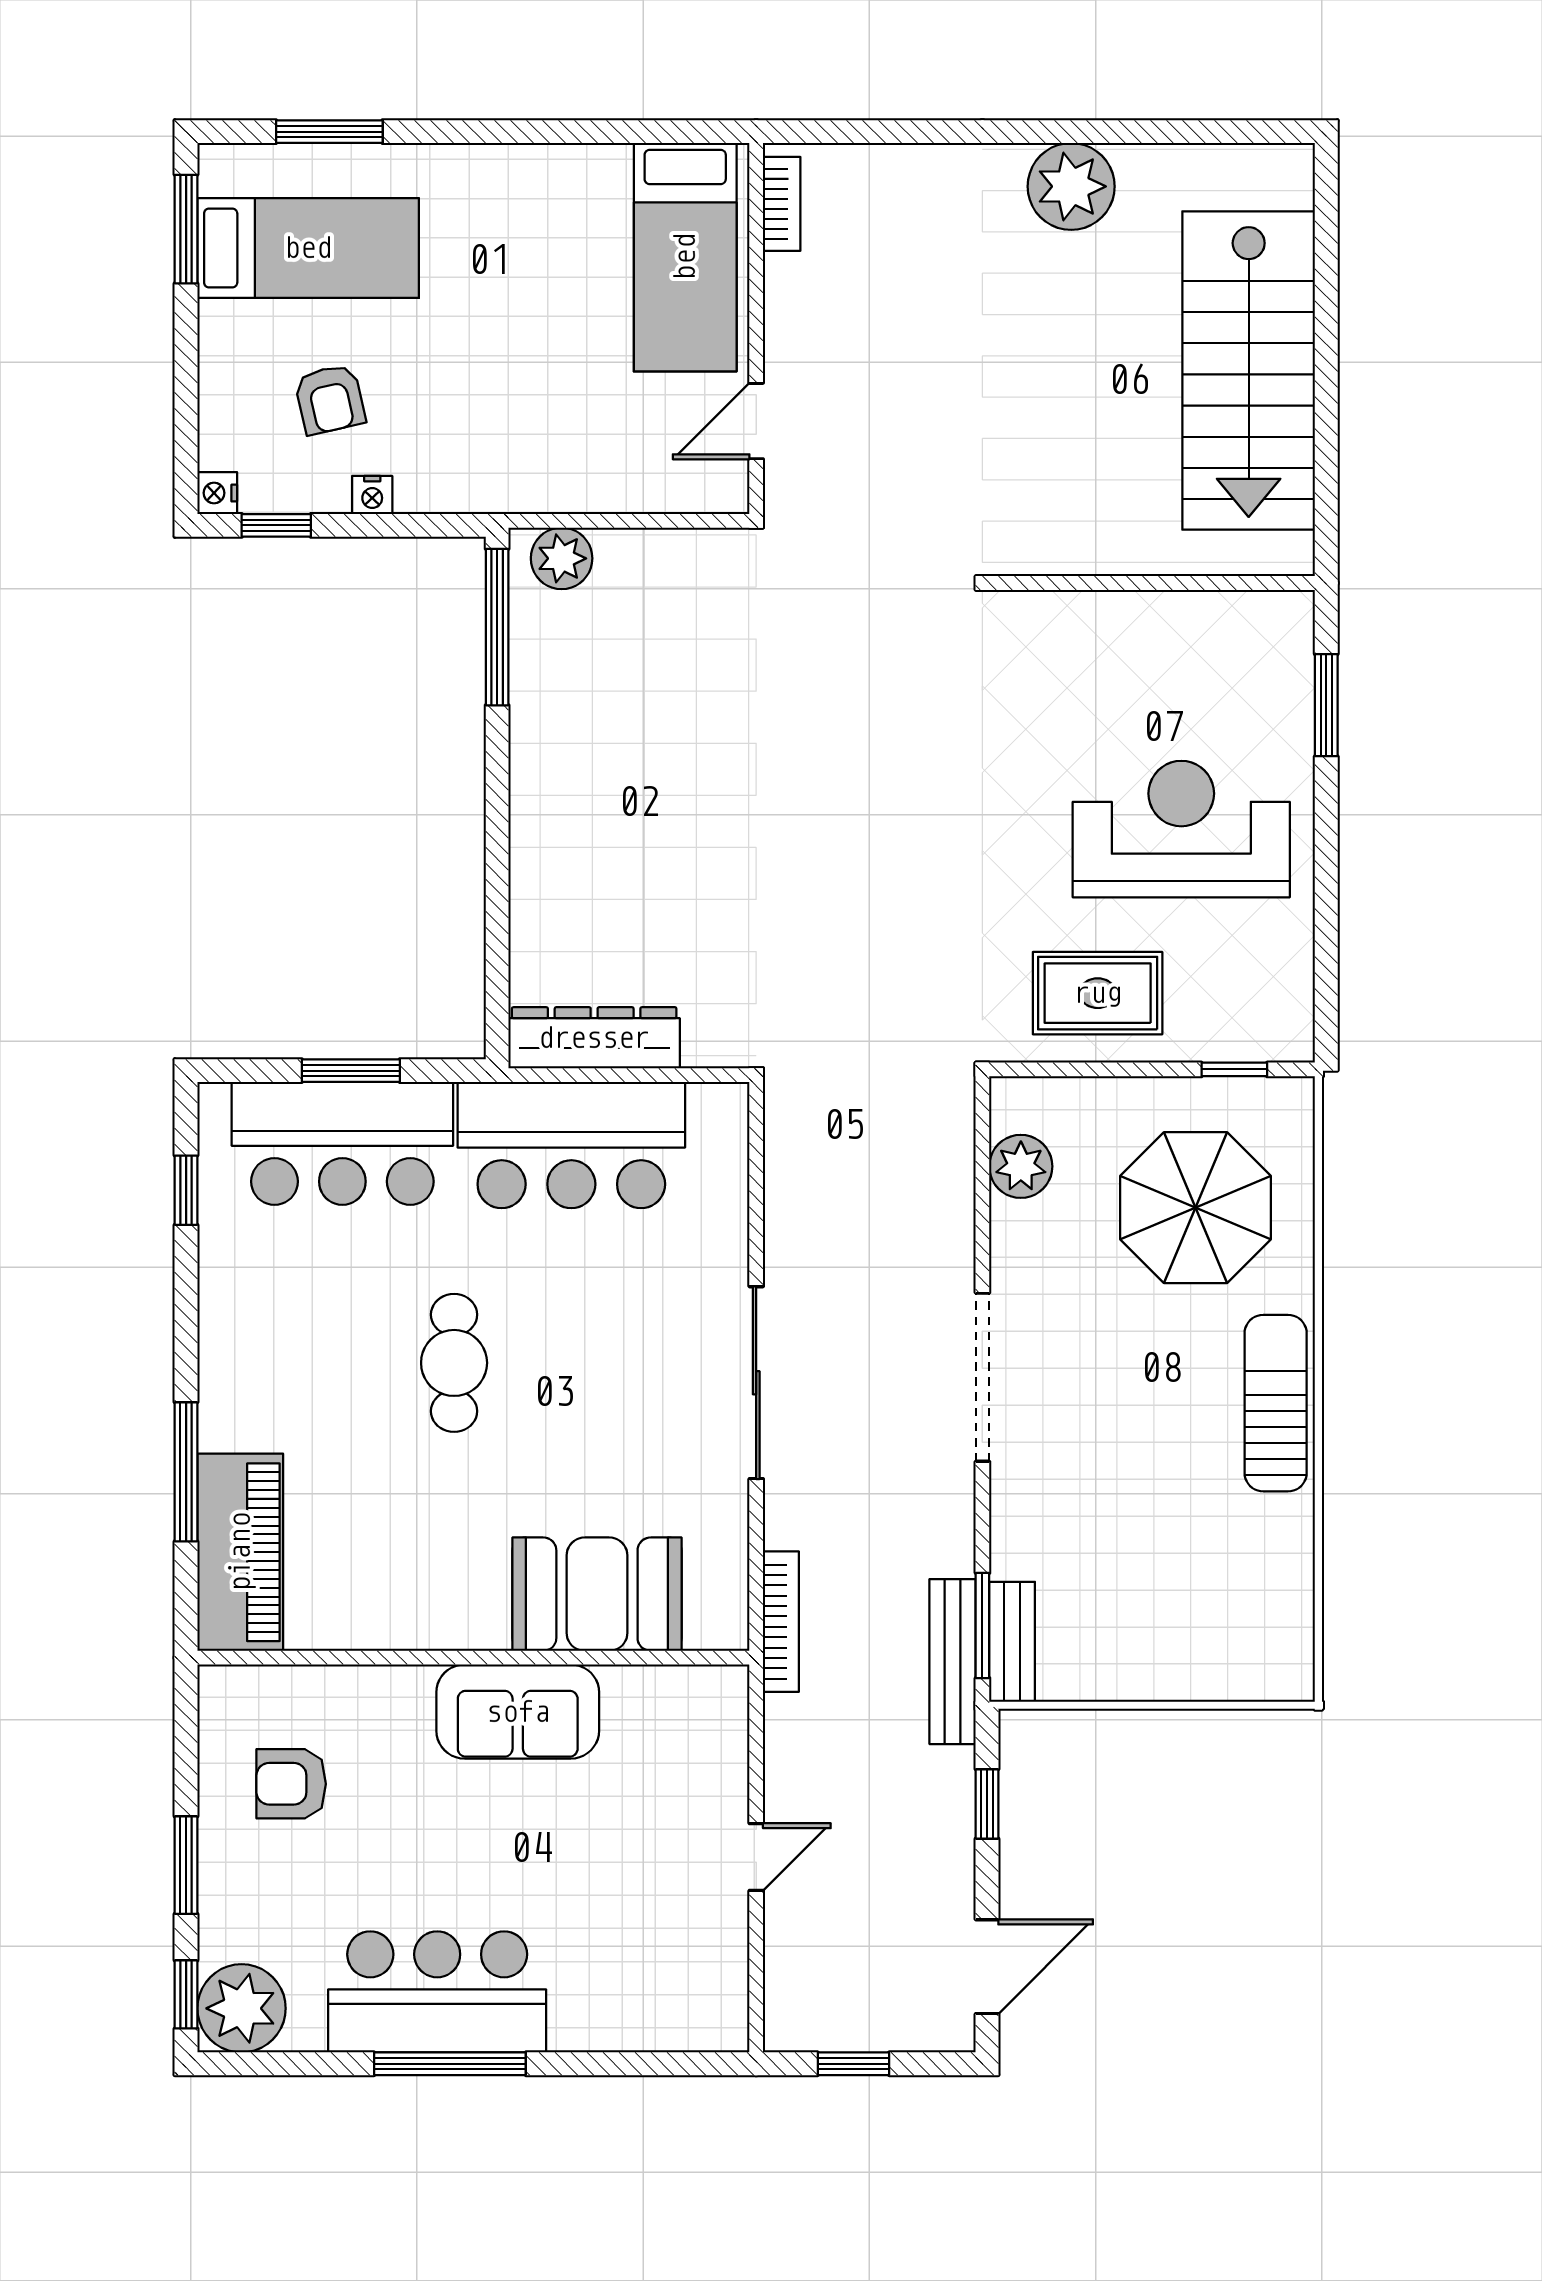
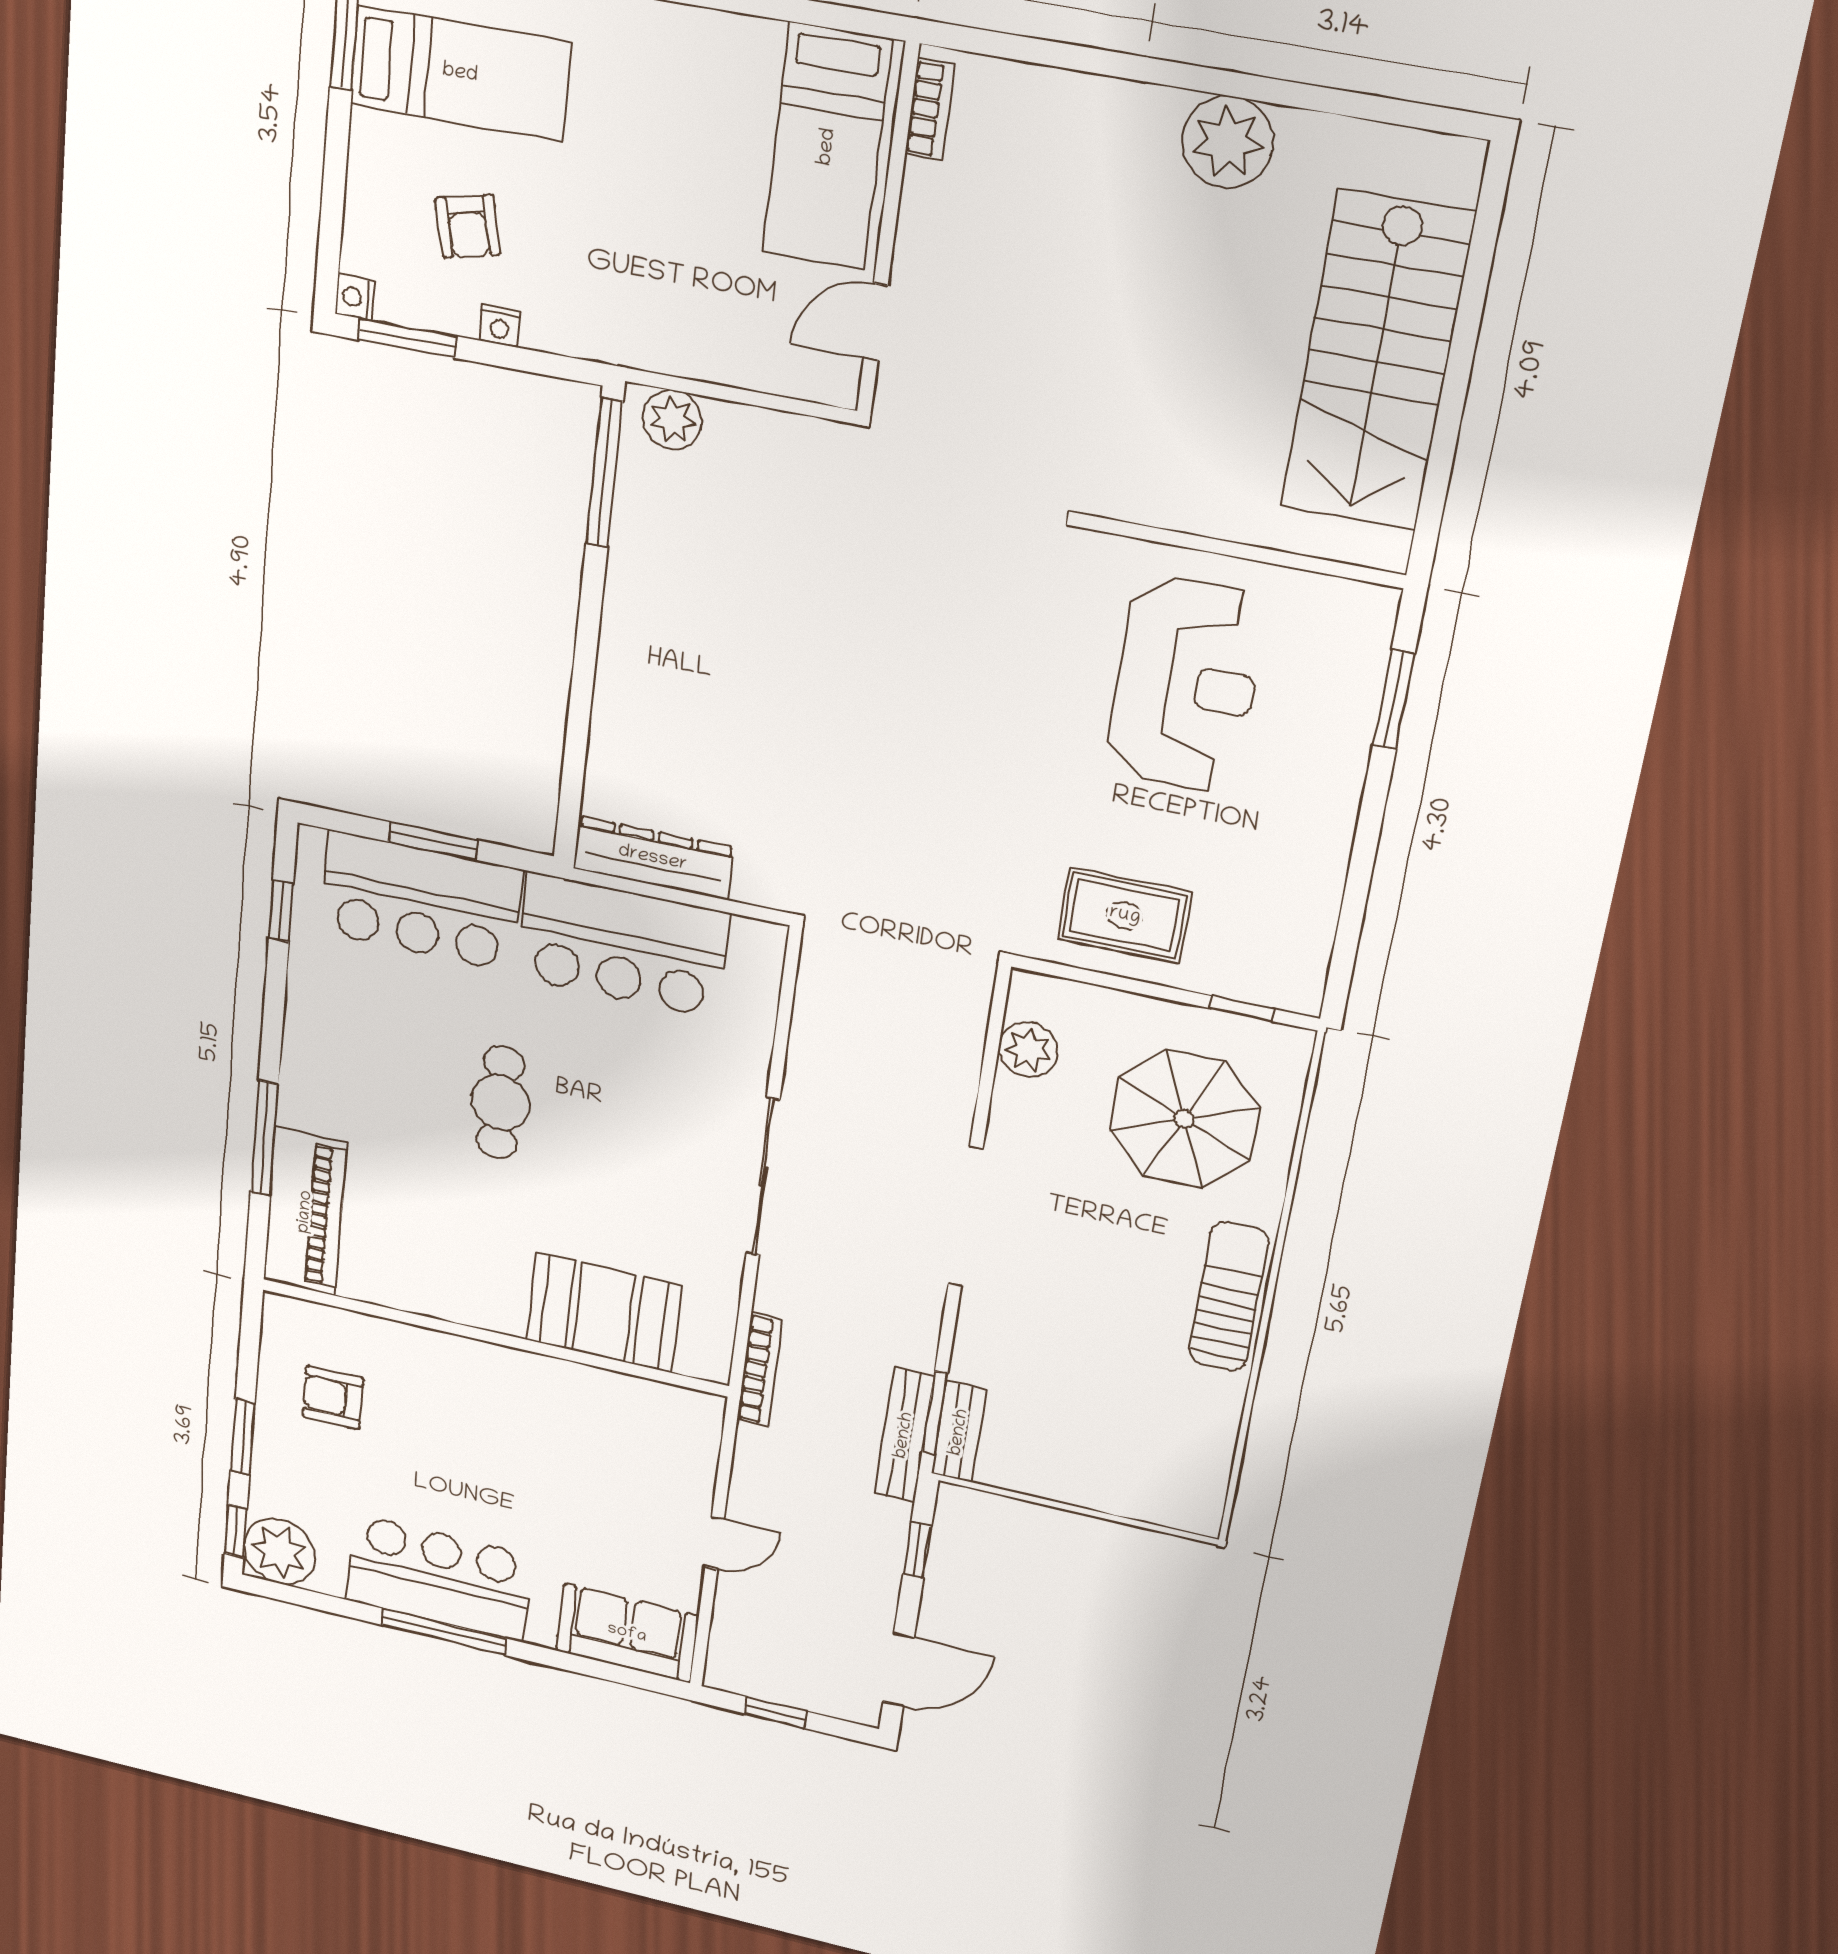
window: (276, 525) -> (407, 338), width x1.50
reception desk: (1181, 829) -> (1185, 685), moved, turned 90
sofa: (518, 1712) -> (627, 1633), moved, turned 180

